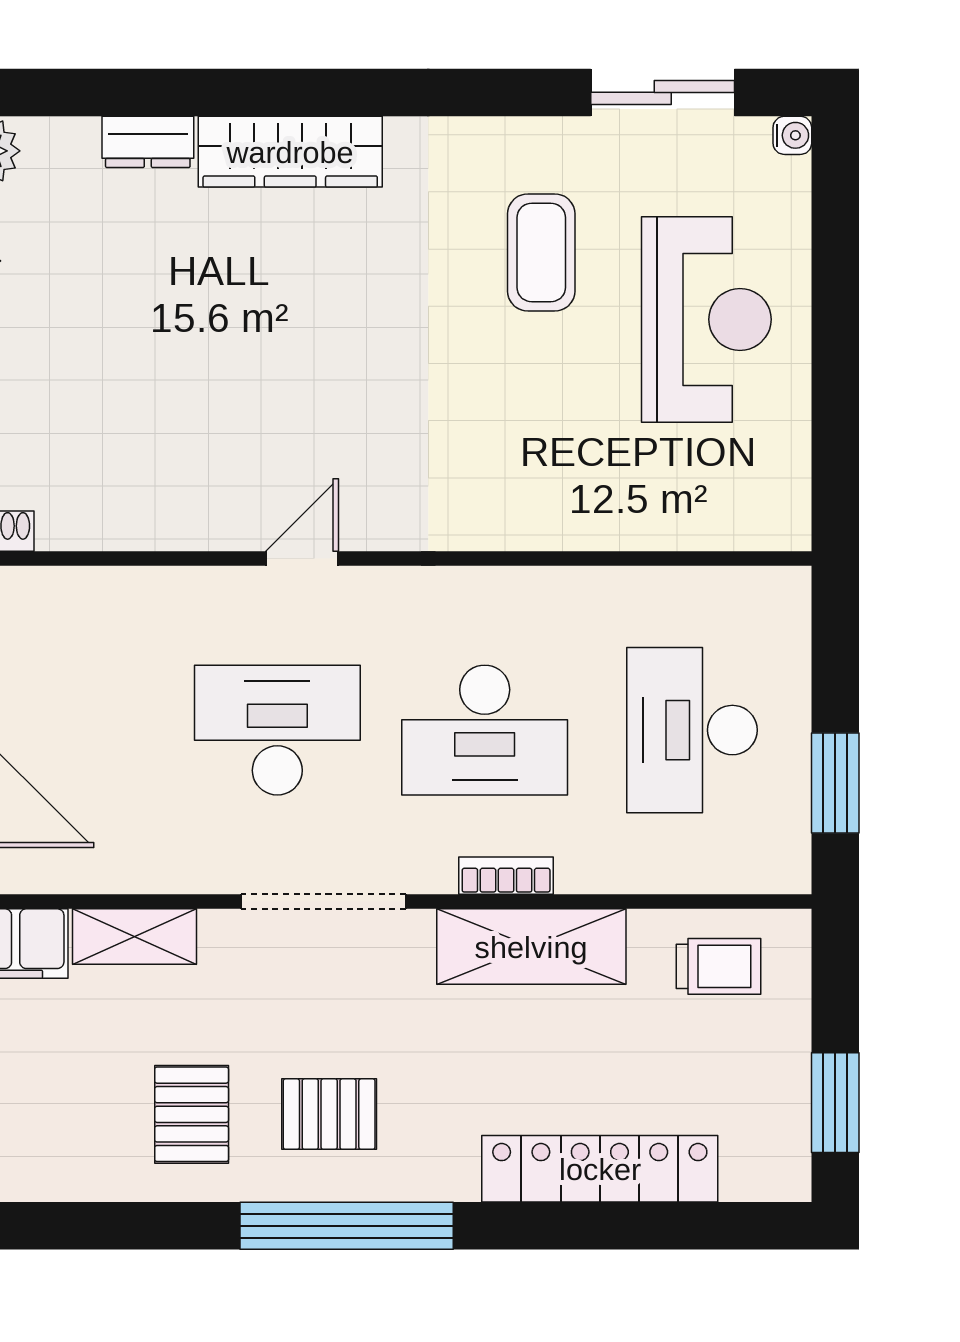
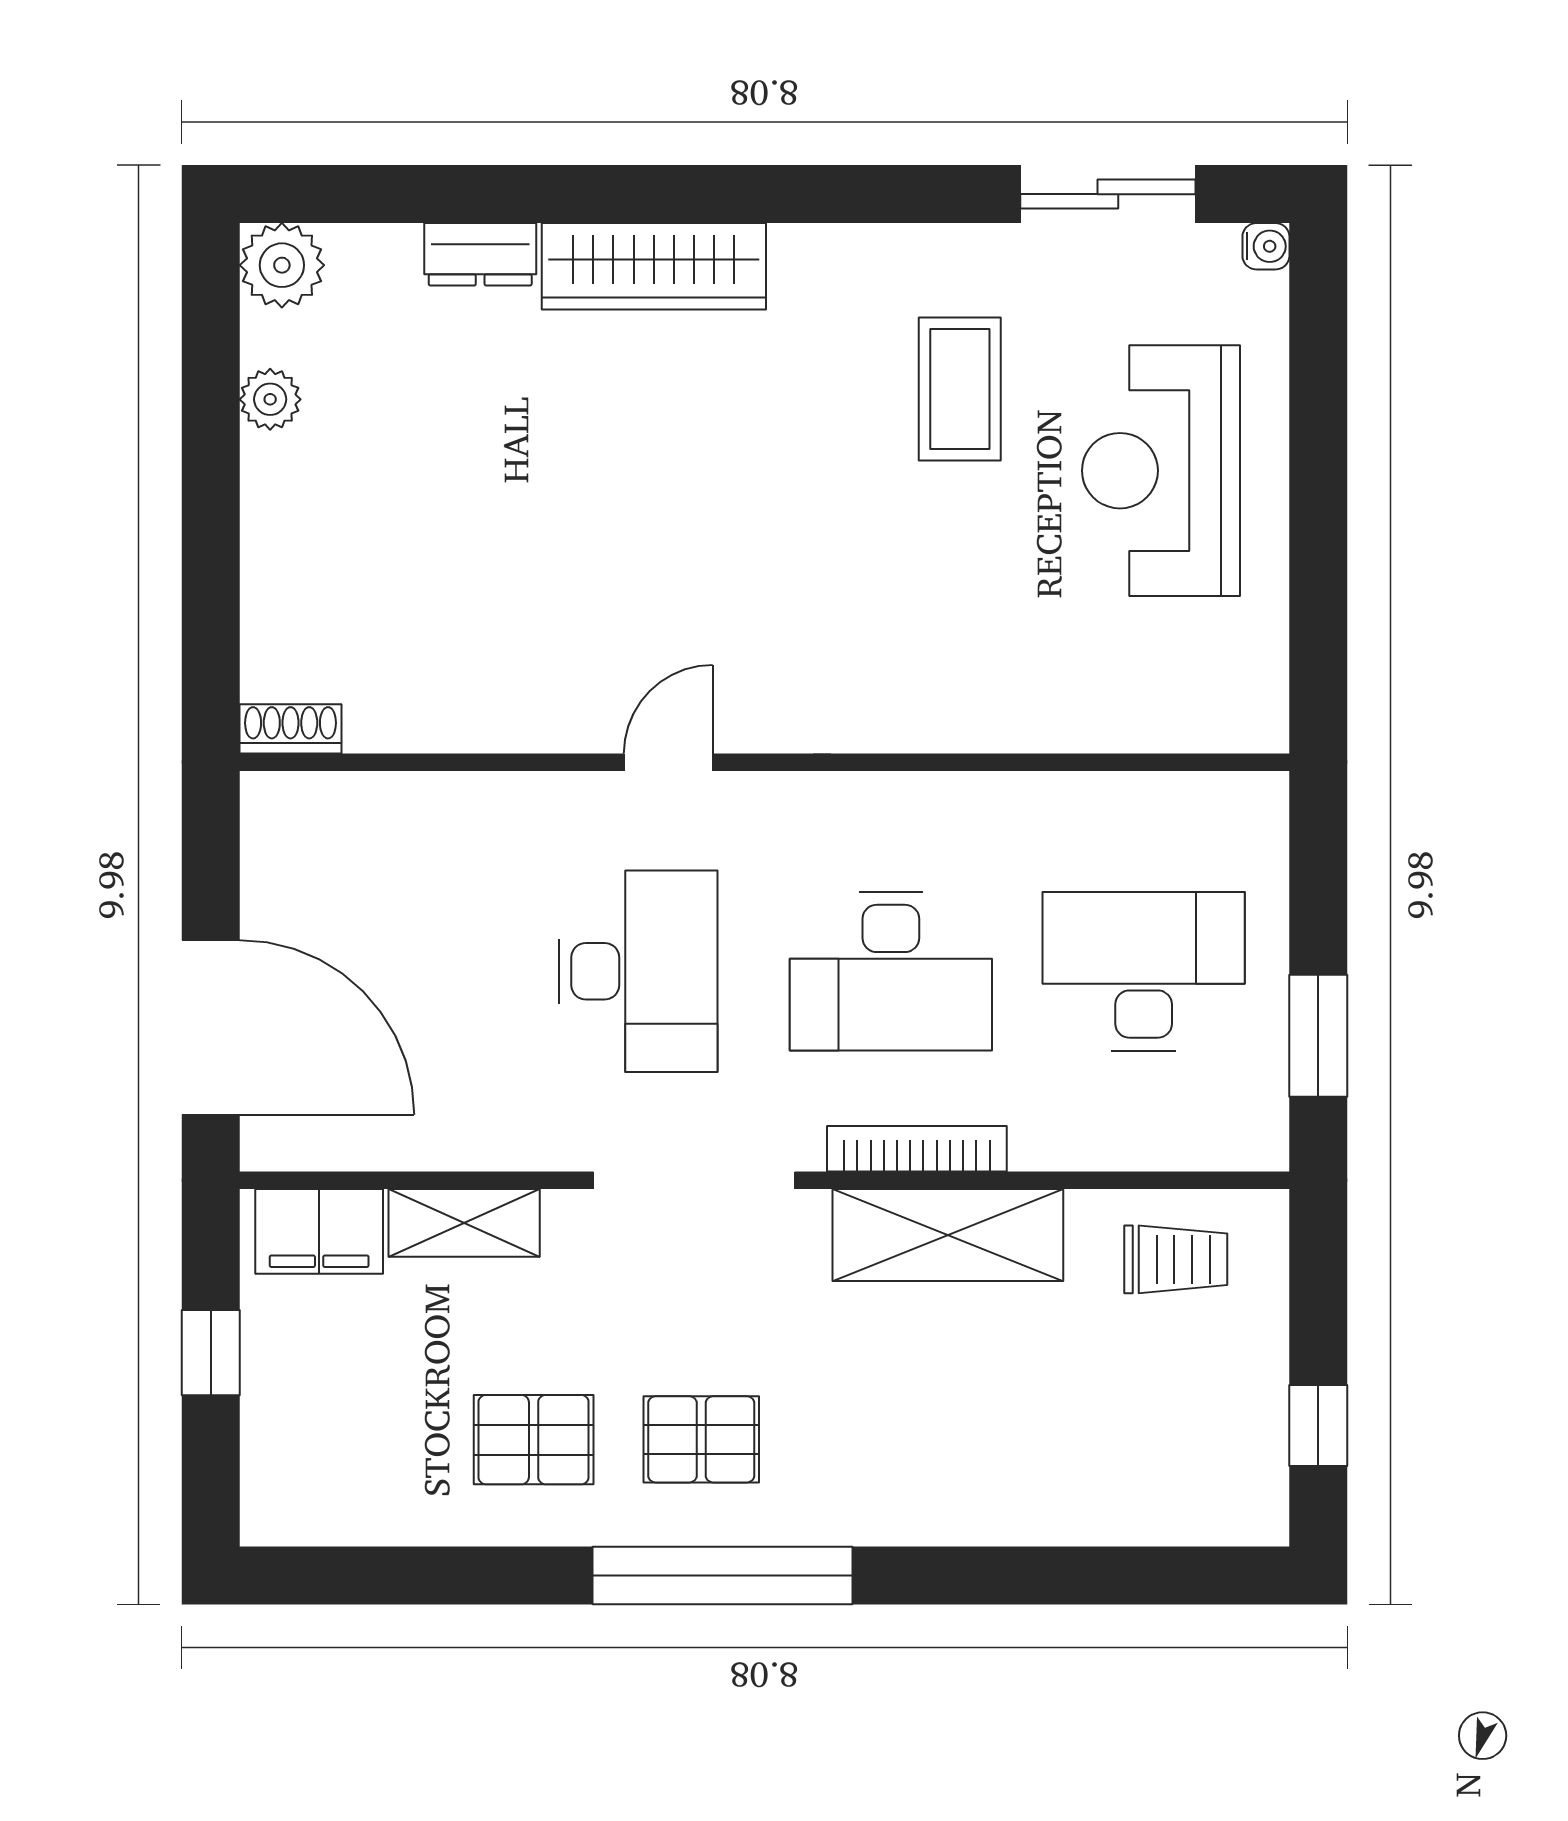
reception desk: (706, 319) -> (1161, 471), turned 180
desk: (277, 730) -> (638, 971), turned 90
desk: (692, 730) -> (1144, 971), turned 90
bookcase: (506, 876) -> (917, 1149), width x1.56
window: (835, 1103) -> (1318, 1425), width x0.67
pallet: (192, 1114) -> (534, 1440), turned 90
locker: (600, 1169) -> (1031, 1506), removed

